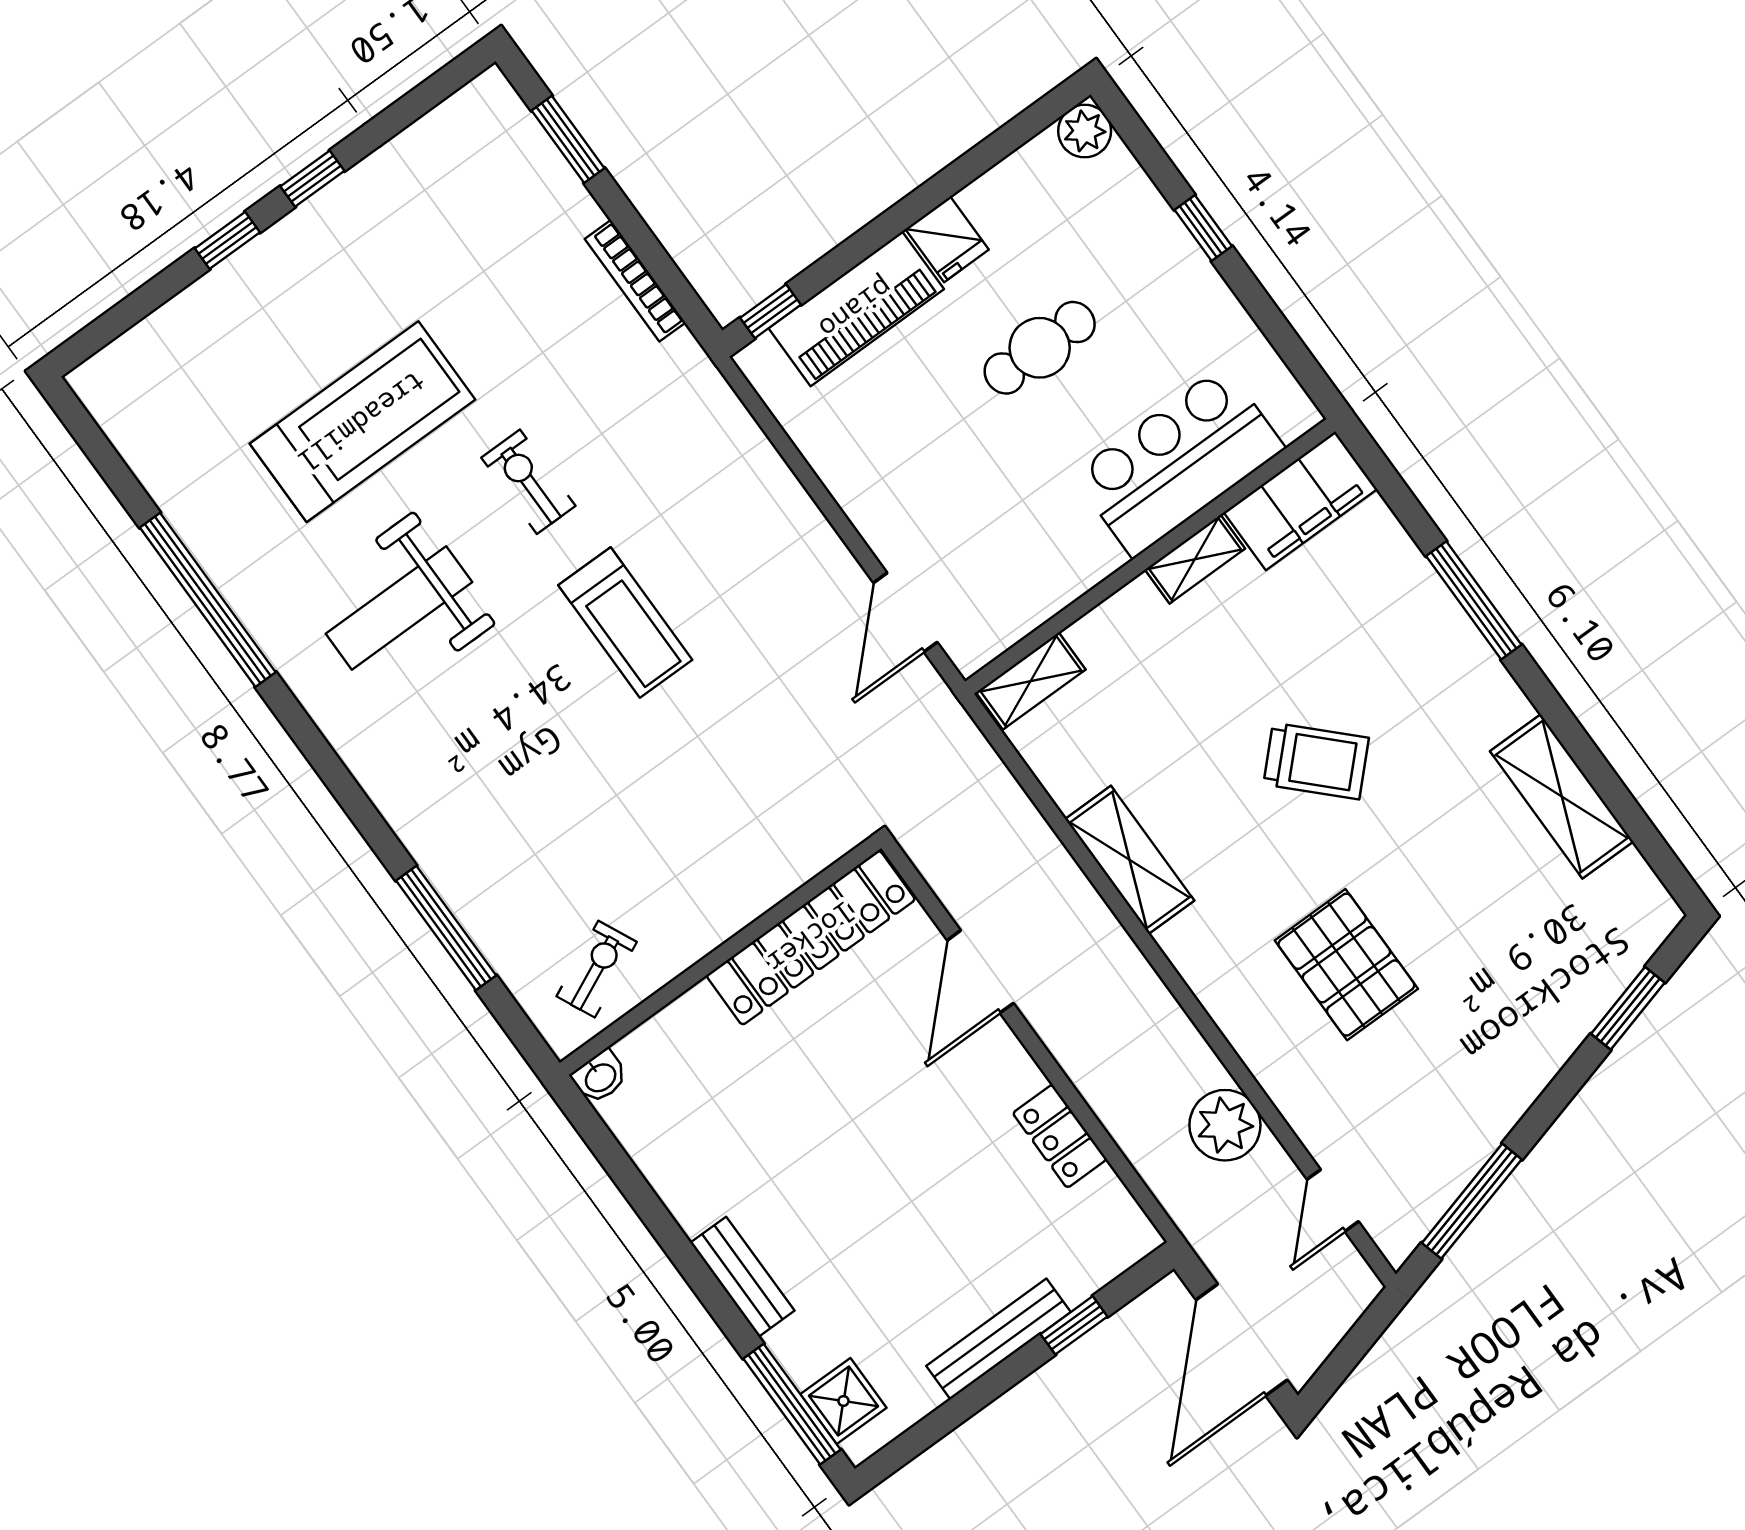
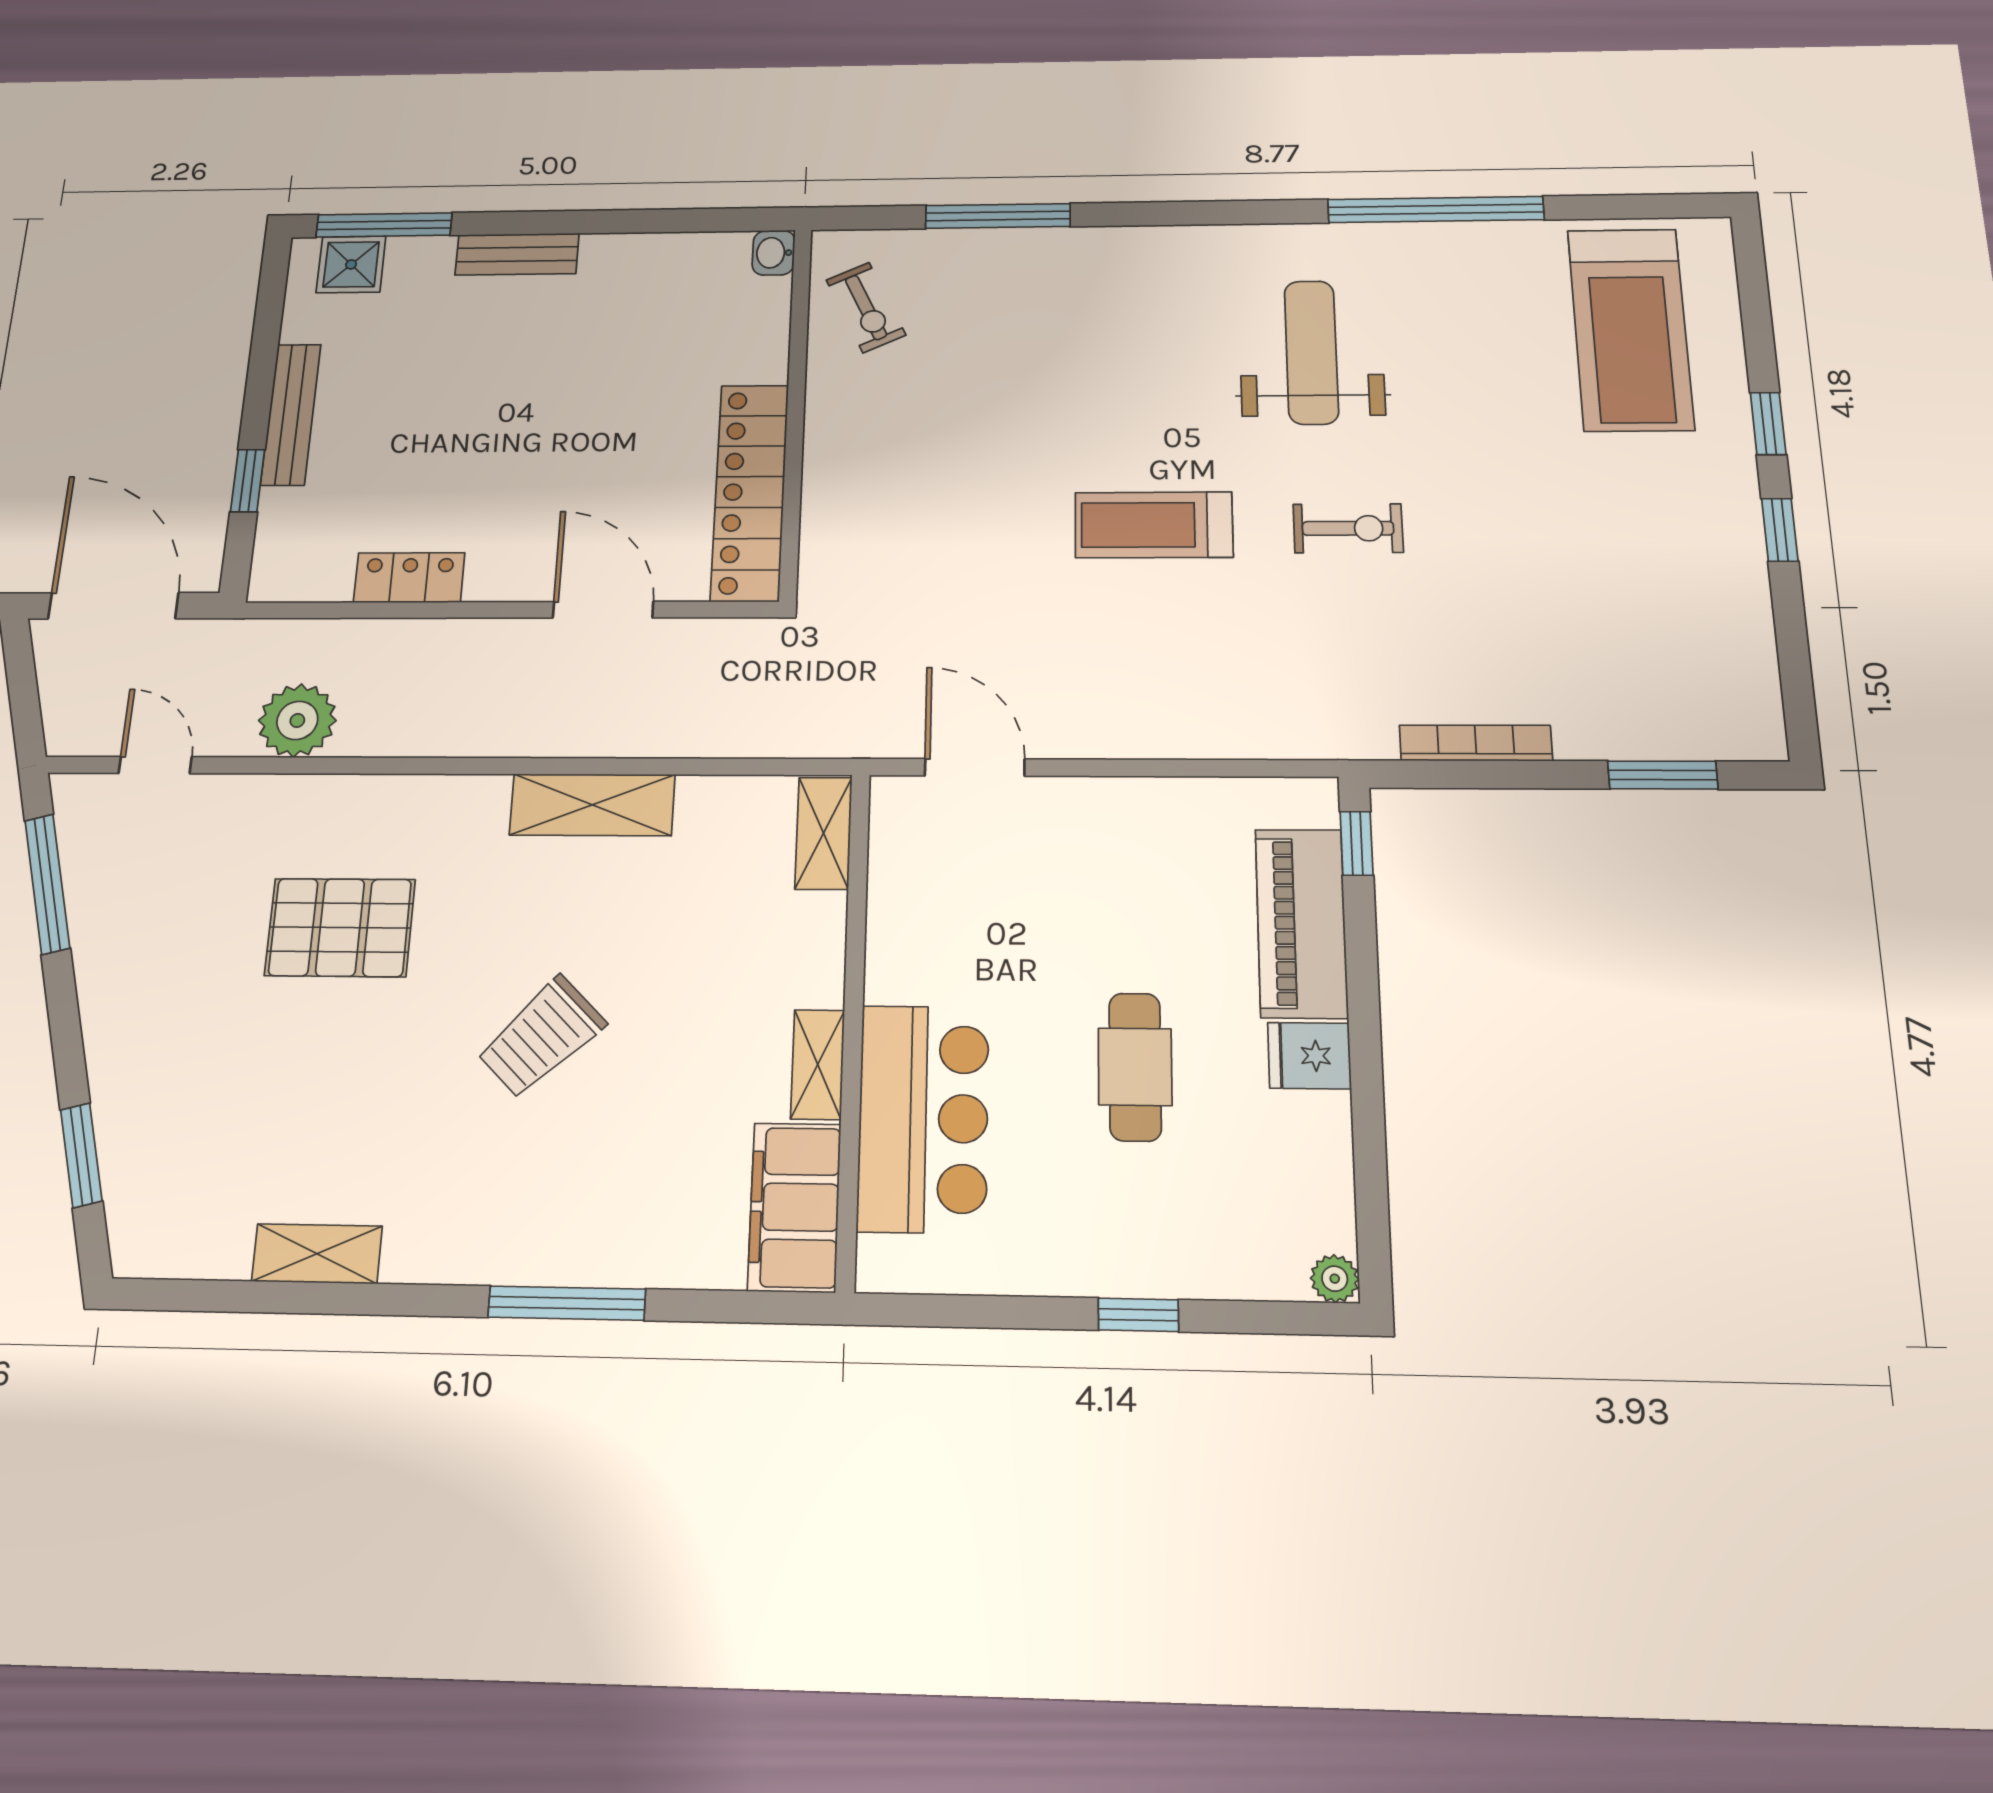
plant: (1085, 131) -> (1335, 1279), width x0.73, depth x0.73
treadmill: (362, 422) -> (1630, 329), moved
shelving: (1562, 796) -> (317, 1254), width x0.67, depth x0.75

